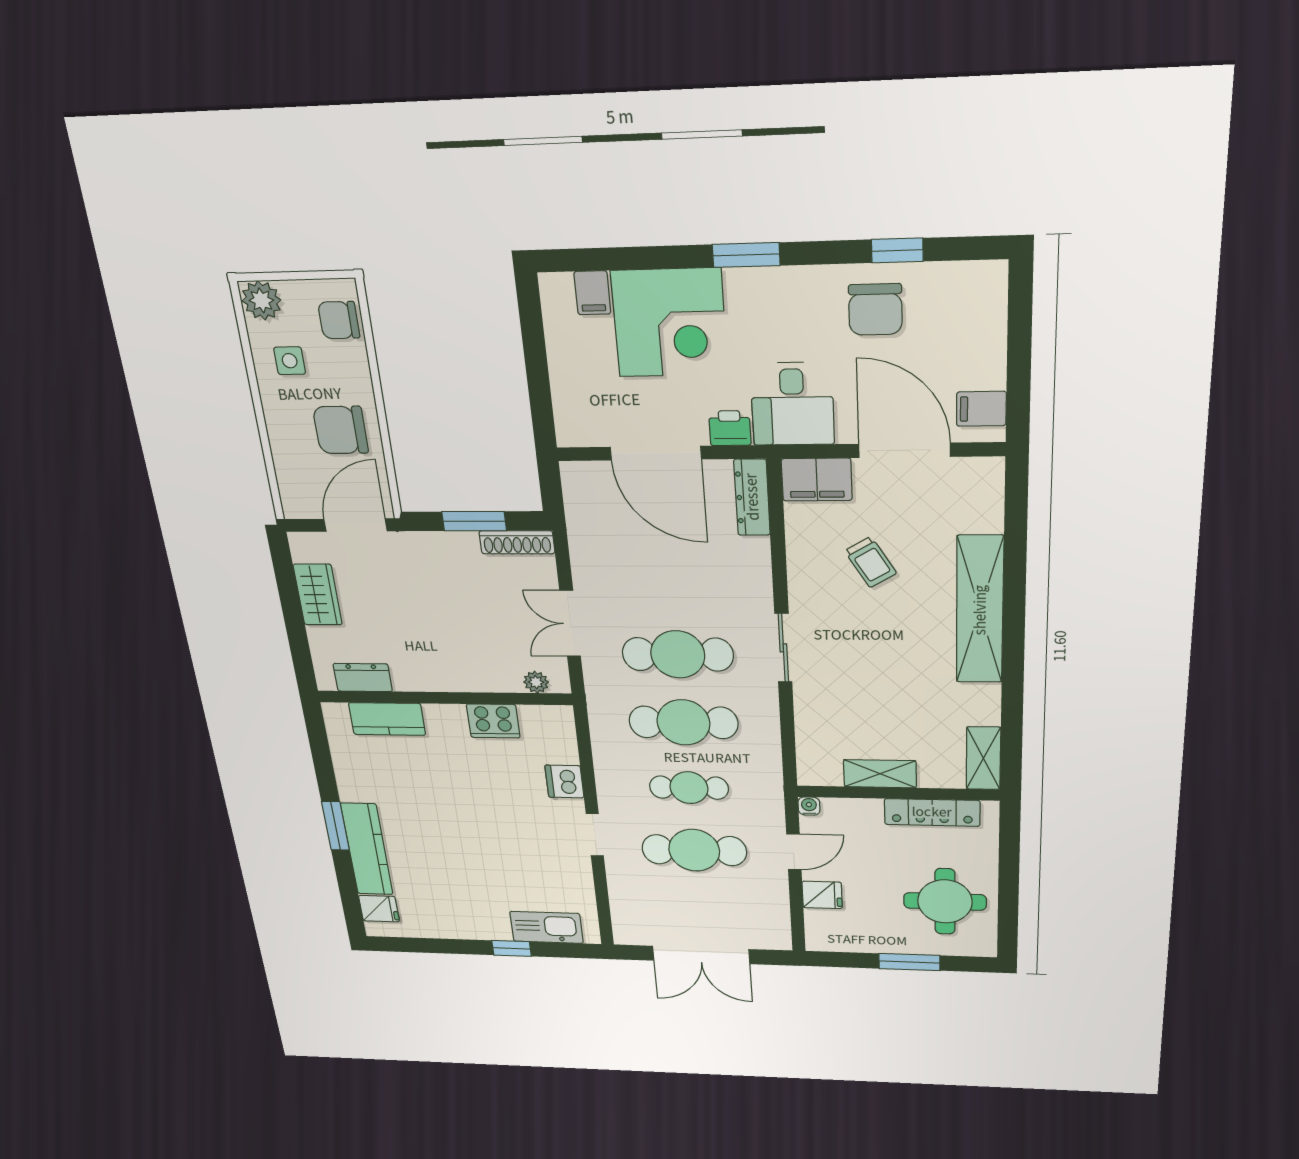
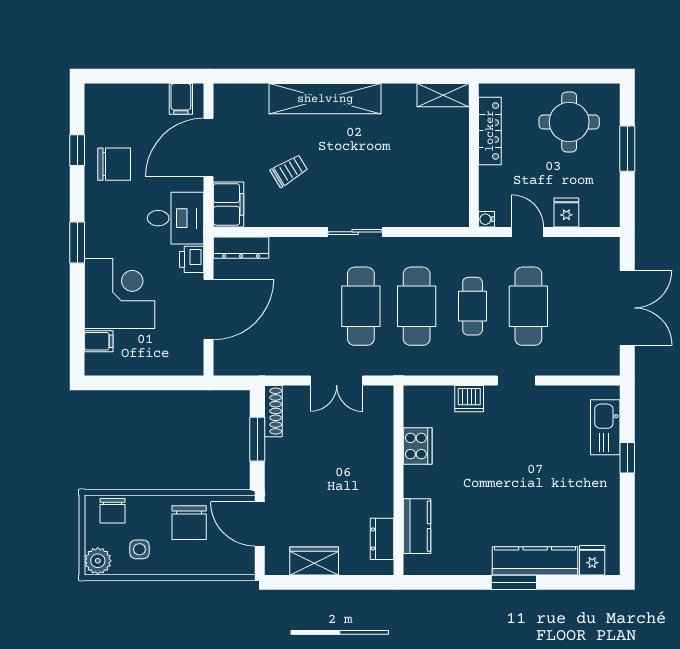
plant: (536, 682) -> (384, 410), removed
shelving: (880, 774) -> (457, 168), removed

